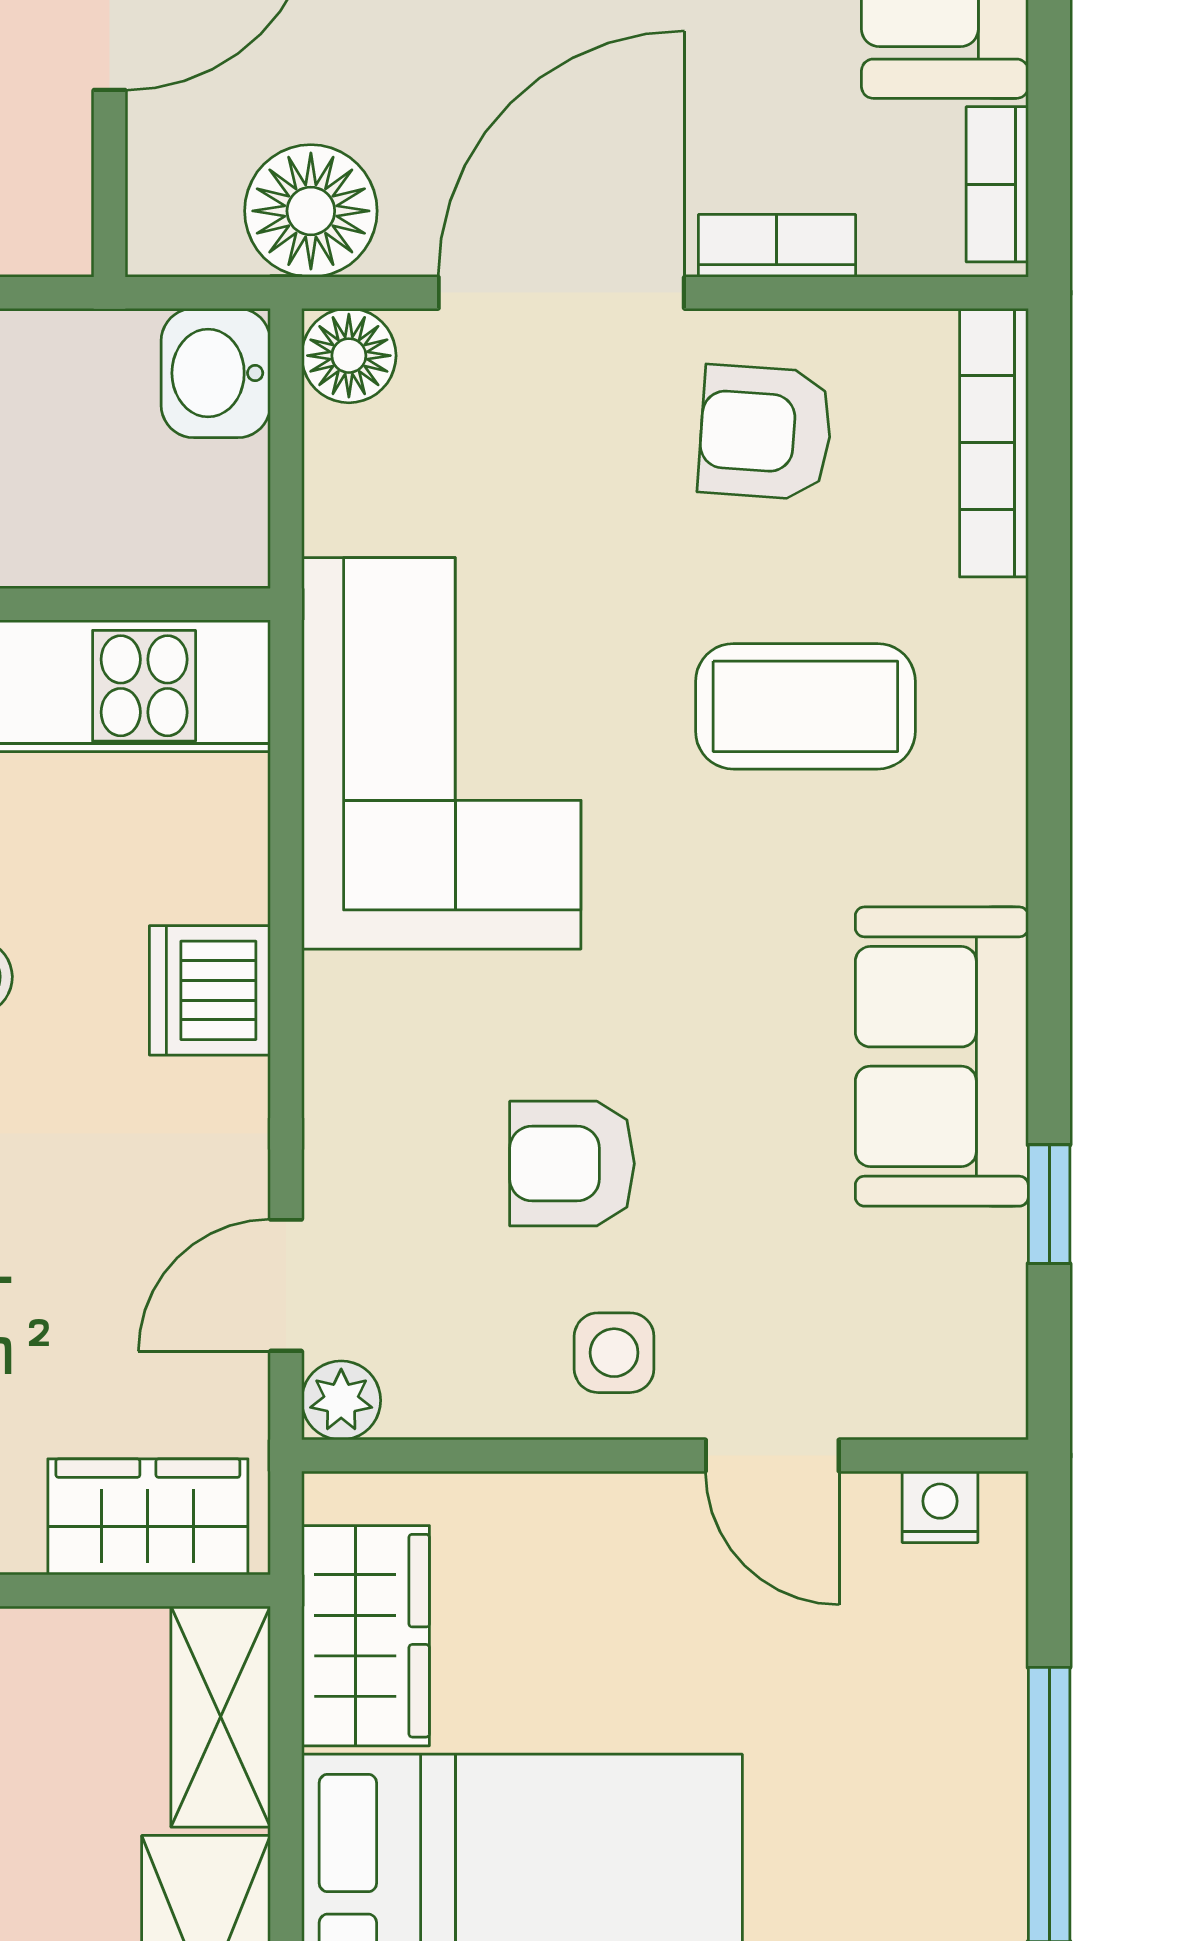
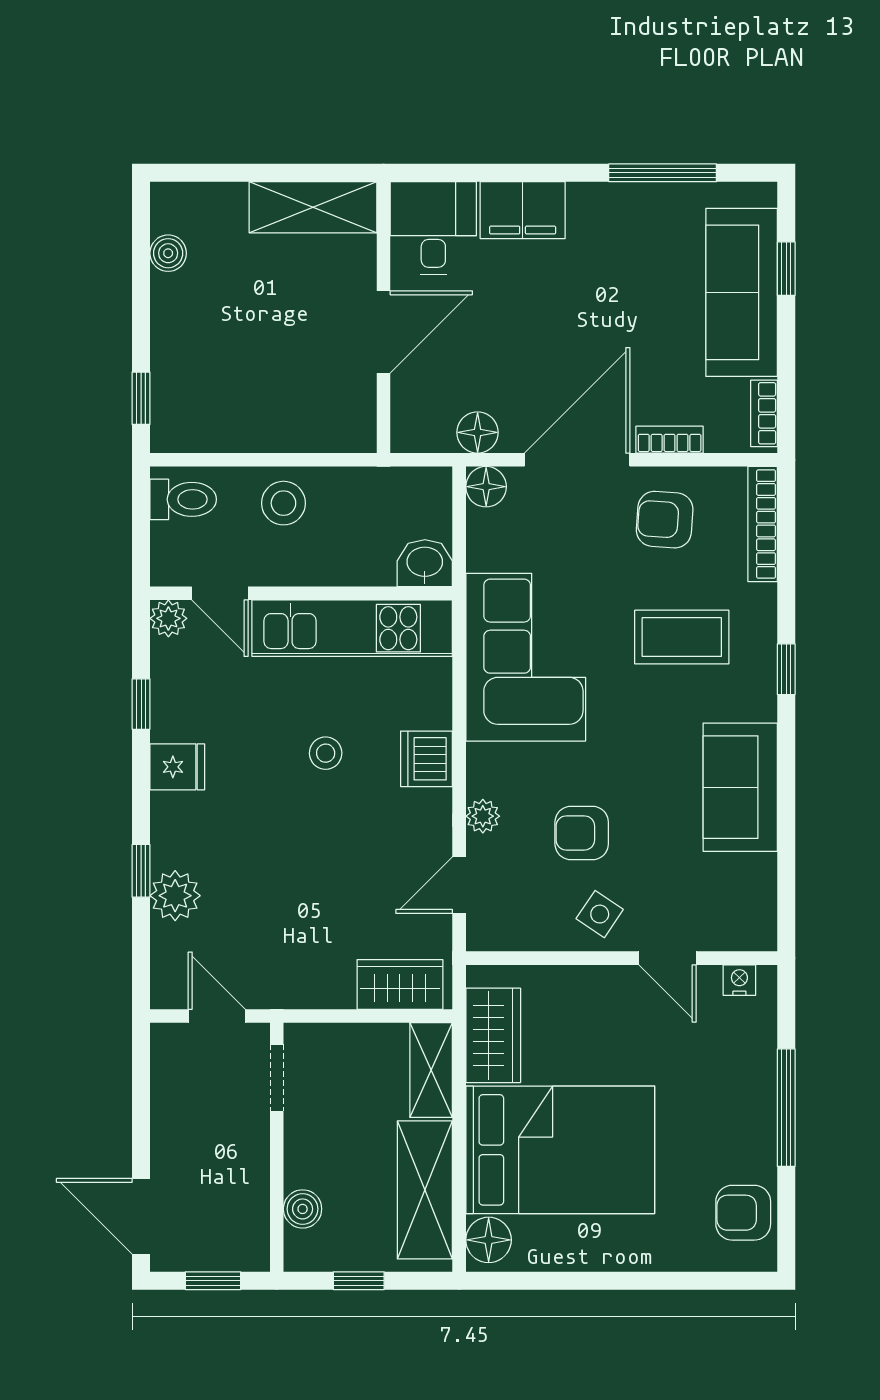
floor lamp: (311, 211) -> (478, 432), width x0.73, depth x0.73
washbasin: (216, 373) -> (425, 563), moved, turned 90
window: (1049, 1204) -> (786, 669), moved
side table: (614, 1353) -> (600, 914), turned 34
plant: (341, 1400) -> (483, 816), moved

